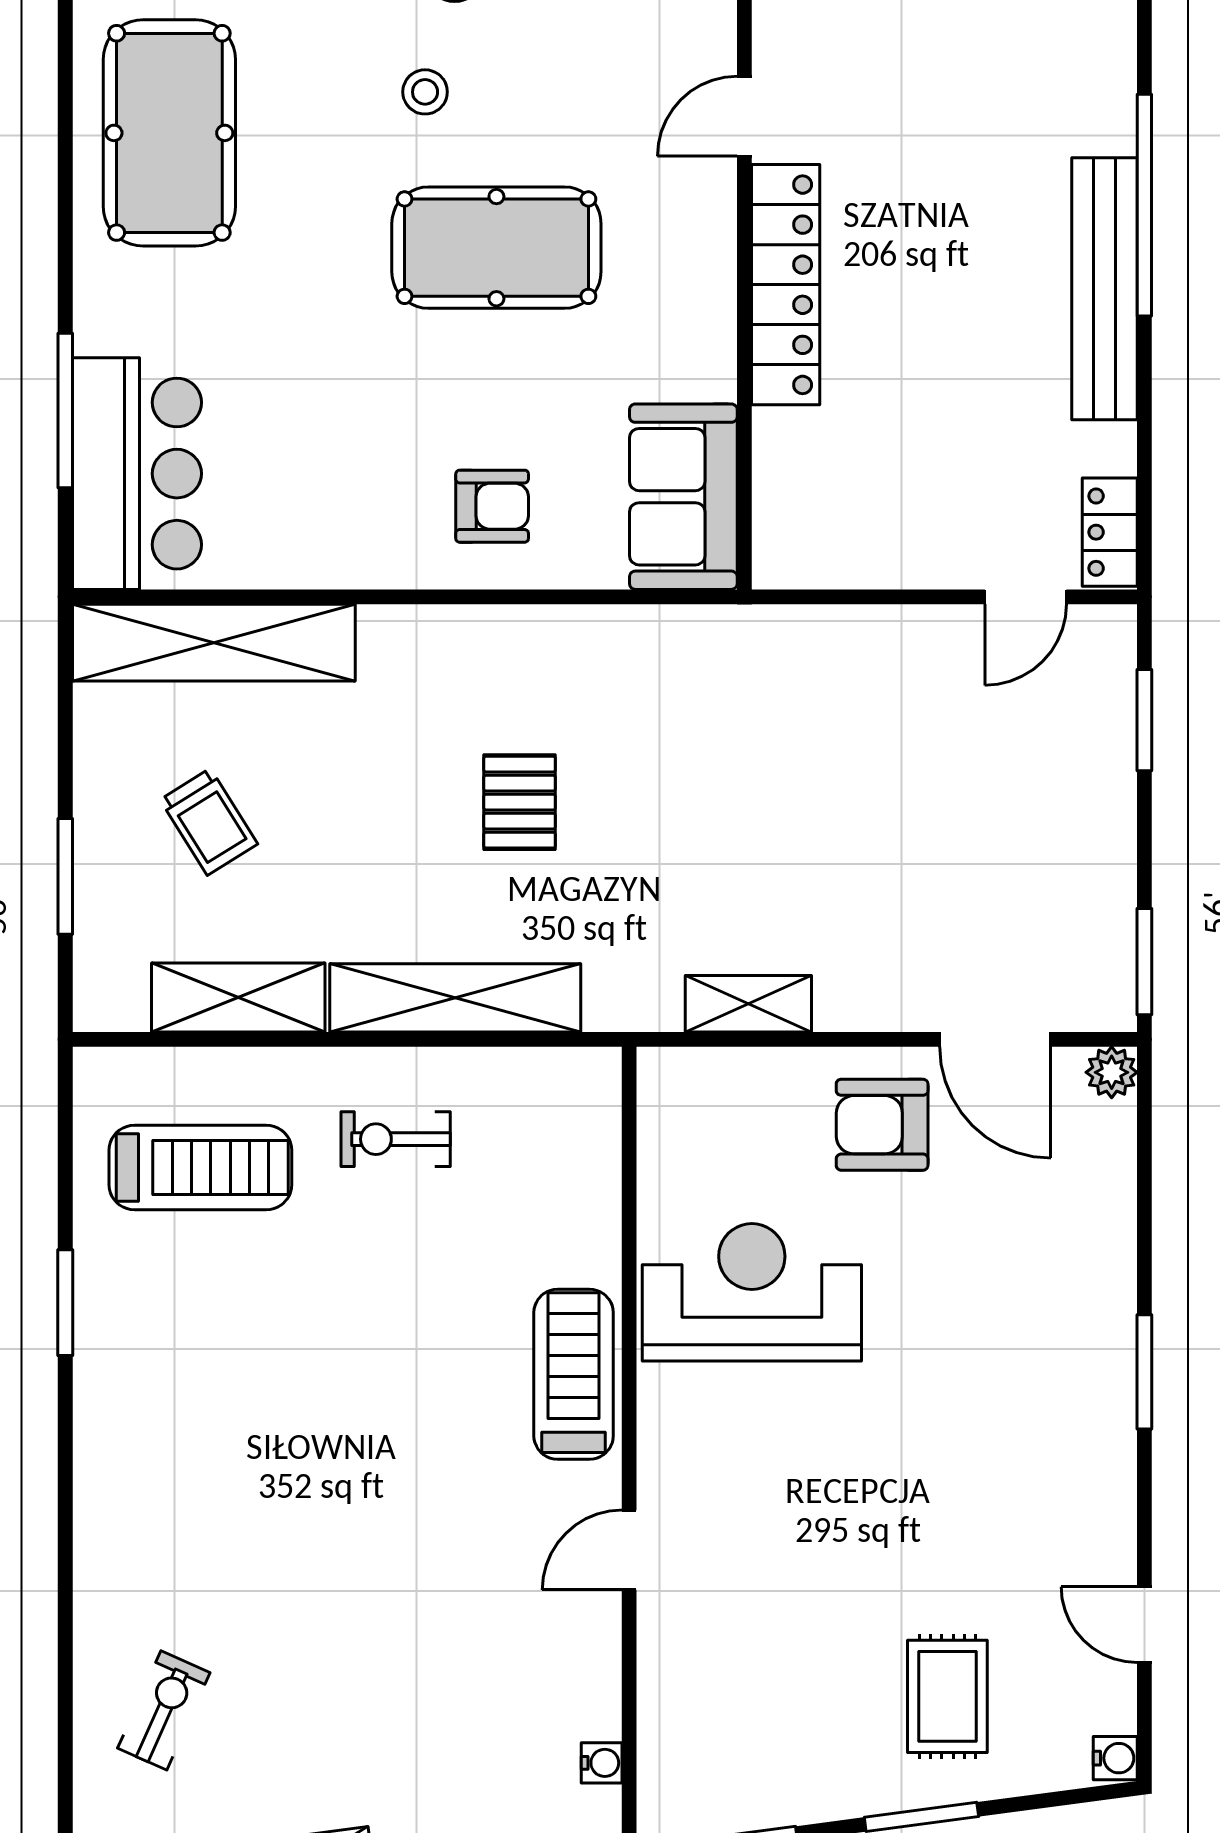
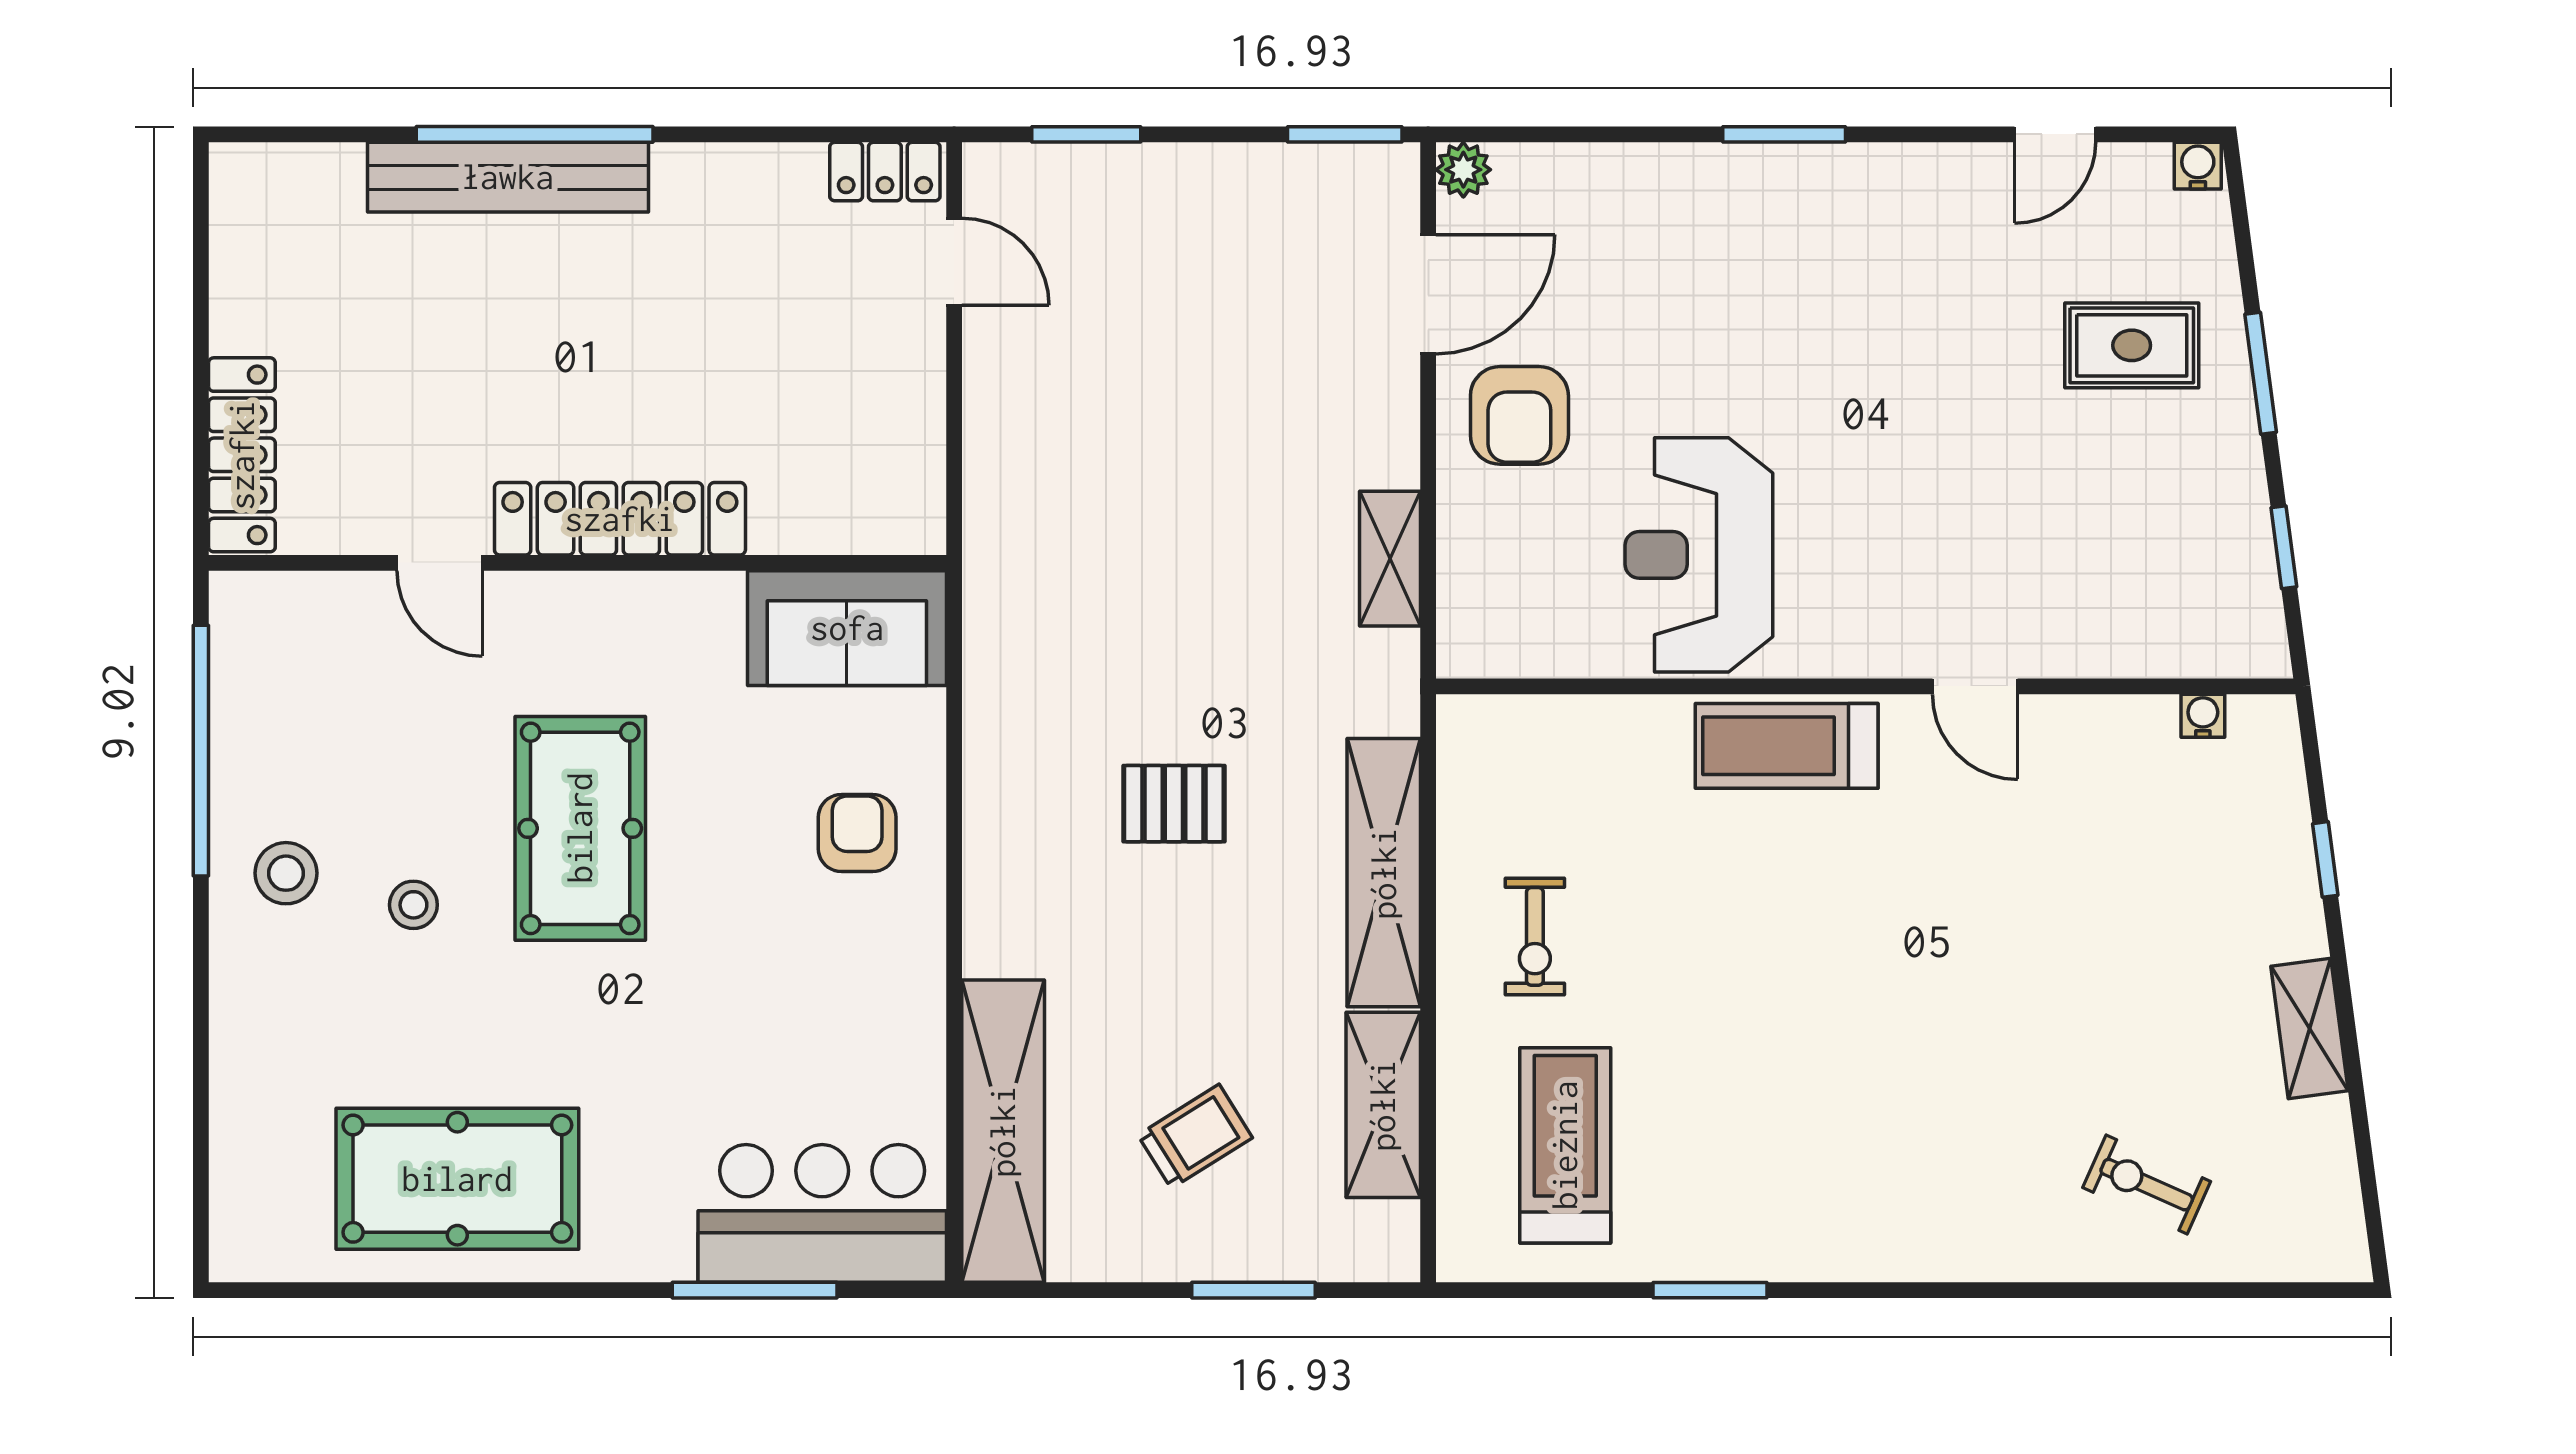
bench: (1105, 289) -> (508, 177), moved

